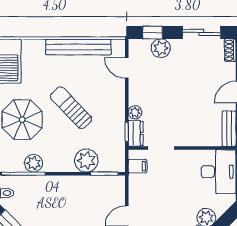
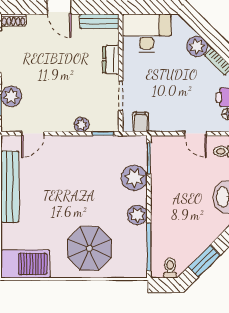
sun lounger: (71, 108) -> (77, 195), removed
dresser: (136, 133) -> (111, 60), moved, turned -90
plant: (34, 163) -> (137, 215), moved

